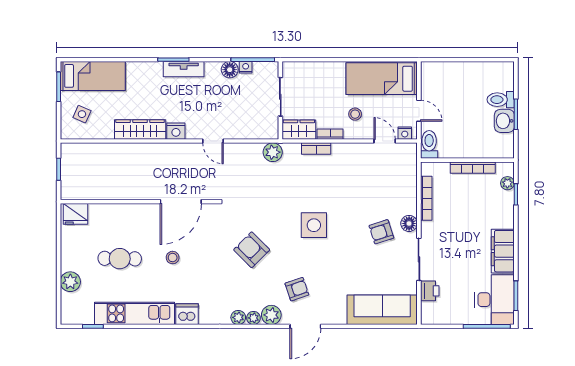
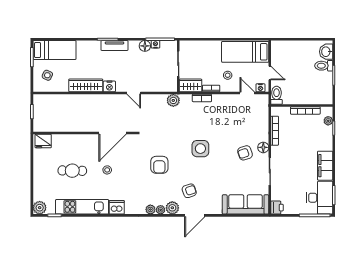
washbasin: (504, 121) -> (326, 52), moved
armchair: (252, 250) -> (159, 165), turned -135
plant: (70, 282) -> (40, 208), moved
printer: (430, 291) -> (277, 208), moved

